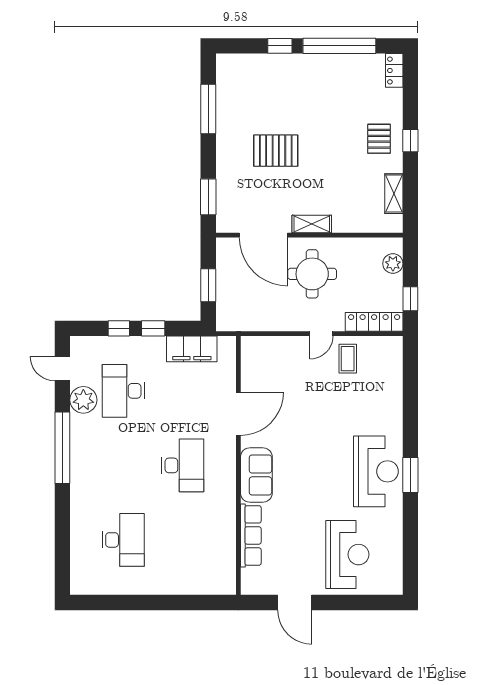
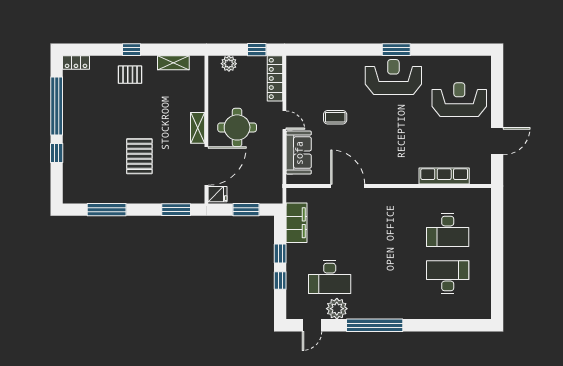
fridge: (228, 249) -> (217, 194), added
coffee table: (348, 359) -> (335, 117), moved
desk: (183, 465) -> (448, 230), moved, turned 180
sofa: (256, 475) -> (299, 153), moved, turned 90

